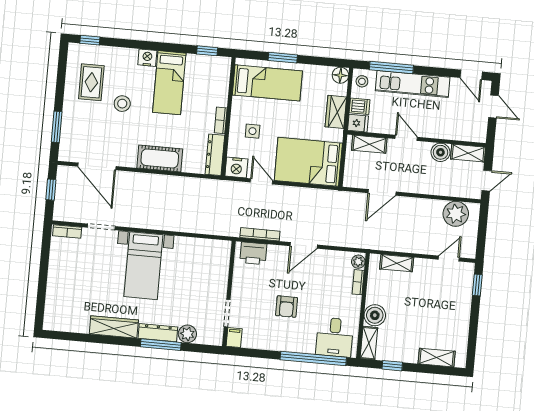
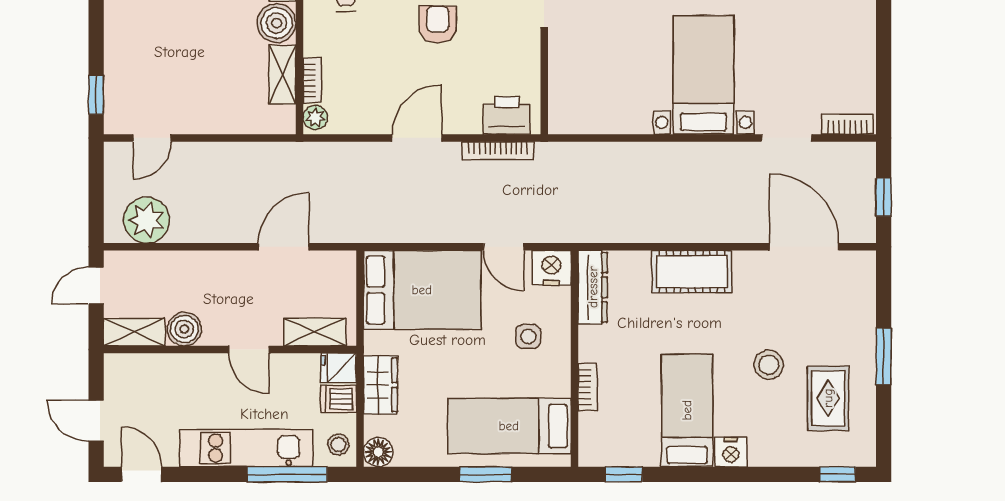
bookcase: (221, 120) -> (588, 387), moved
window: (57, 127) -> (884, 356), moved
shelving: (397, 263) -> (282, 75), moved, turned 90

